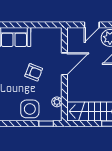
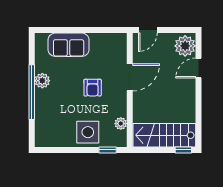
door: (92, 25) -> (148, 30), moved
armchair: (34, 72) -> (93, 88), turned 69

